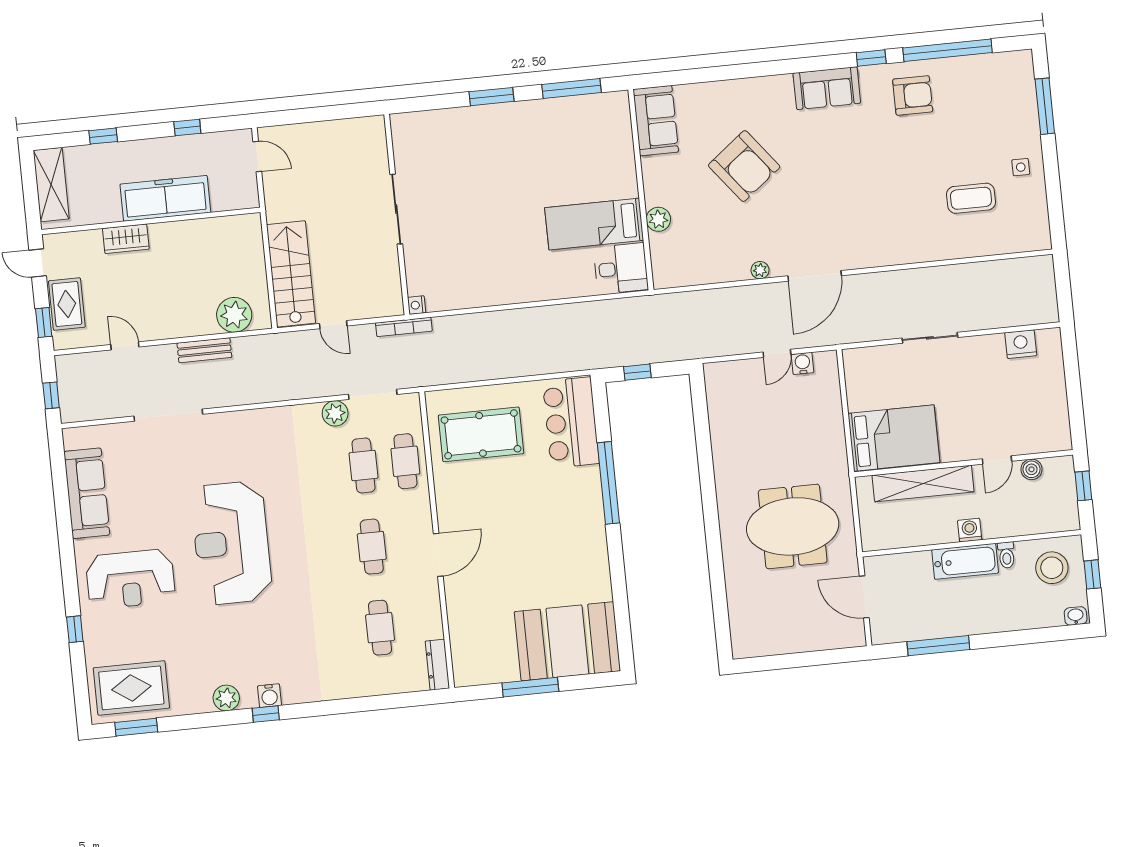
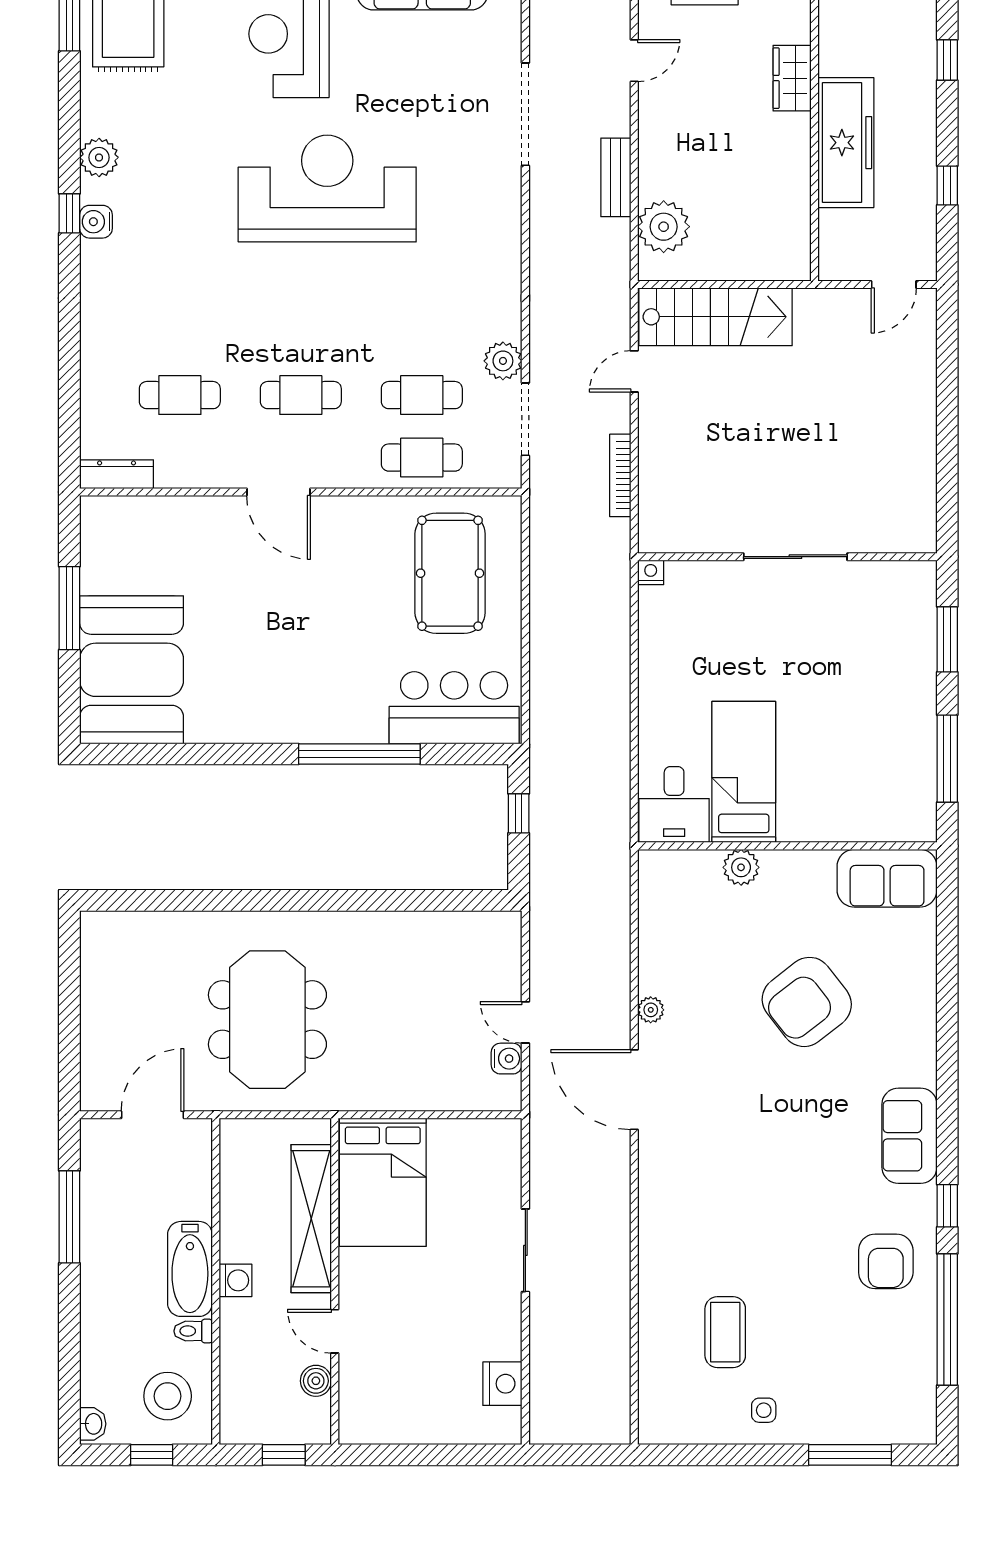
sliding door: (396, 209) -> (795, 557), moved
wall: (397, 215) -> (787, 557), moved
nightstand: (417, 305) -> (651, 572), moved

